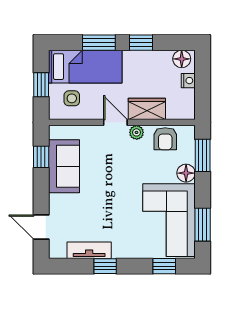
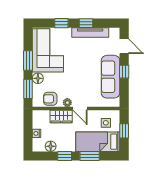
floor lamp: (182, 59) -> (51, 146), moved
armchair: (165, 139) -> (50, 99), turned -90
window: (41, 157) -> (124, 72), moved
sofa: (64, 166) -> (110, 77), width x1.36
window: (203, 225) -> (28, 61), moved
tv unit: (89, 250) -> (90, 32), width x1.41
window: (164, 266) -> (61, 23), moved

